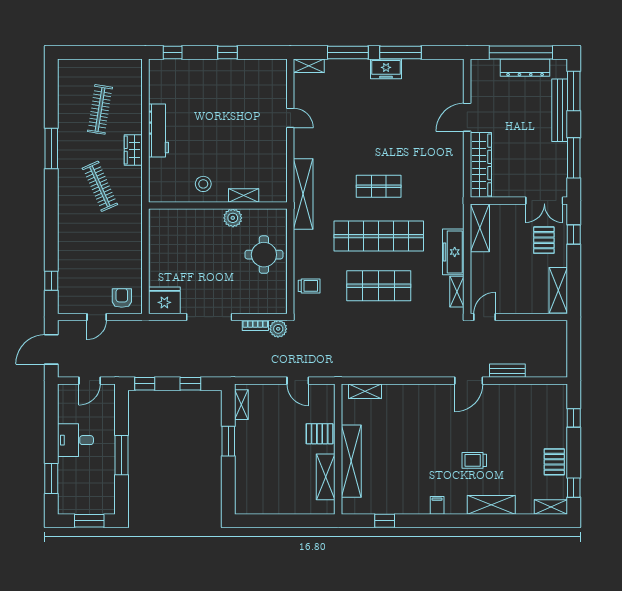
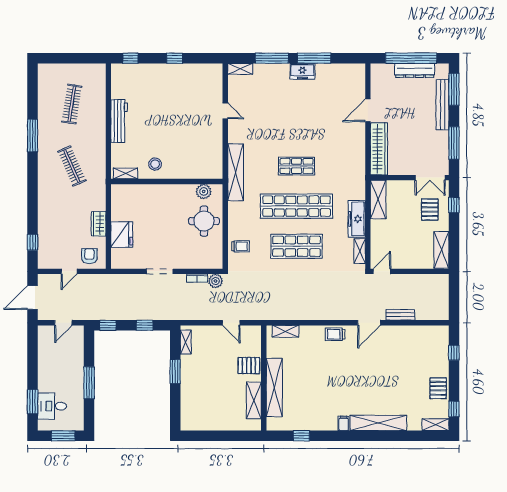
wardrobe: (133, 150) -> (99, 224), moved
shelving: (244, 195) -> (125, 173), moved
plant: (233, 218) -> (204, 191), moved
fridge: (164, 300) -> (122, 235), moved, turned 90
doorway: (209, 317) -> (160, 271), width x0.73
desk: (75, 440) -> (52, 406), moved
trolley: (474, 460) -> (335, 334), moved
shelving: (491, 505) -> (378, 423), width x1.47

